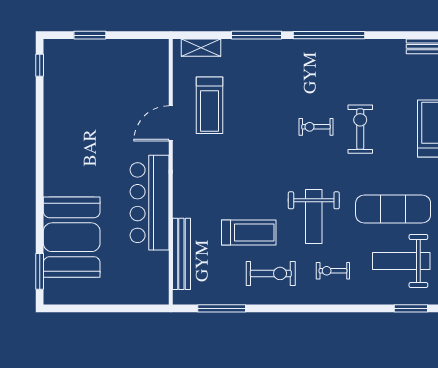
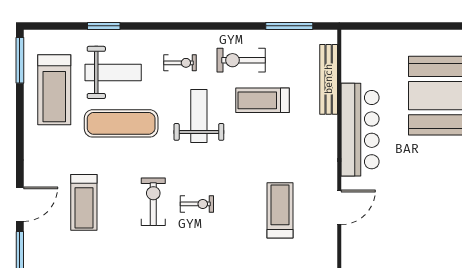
treadmill: (210, 105) -> (280, 210), moved
exercise bike: (360, 129) -> (153, 202), turned 180

